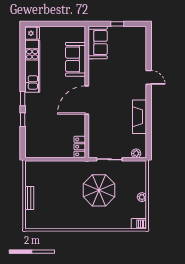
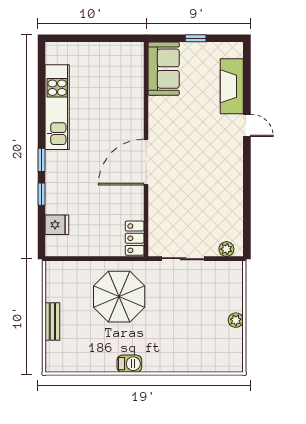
fridge: (32, 33) -> (57, 225), moved
sofa: (76, 59) -> (128, 96), removed
fireplace: (139, 117) -> (232, 86), moved
parasol: (99, 190) -> (119, 297), moved
barbecue: (139, 224) -> (129, 364), moved

